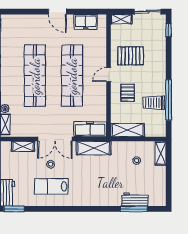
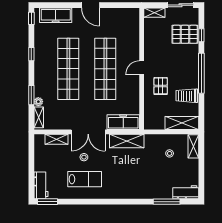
freezer: (86, 22) -> (56, 15), moved, width x1.40
window: (169, 30) -> (201, 35), moved
pallet: (131, 56) -> (185, 34), moved
window: (169, 100) -> (201, 73), moved
shelving: (128, 130) -> (182, 123), moved
lab bench: (51, 186) -> (85, 179), turned 180
workbench: (135, 200) -> (186, 192), moved

